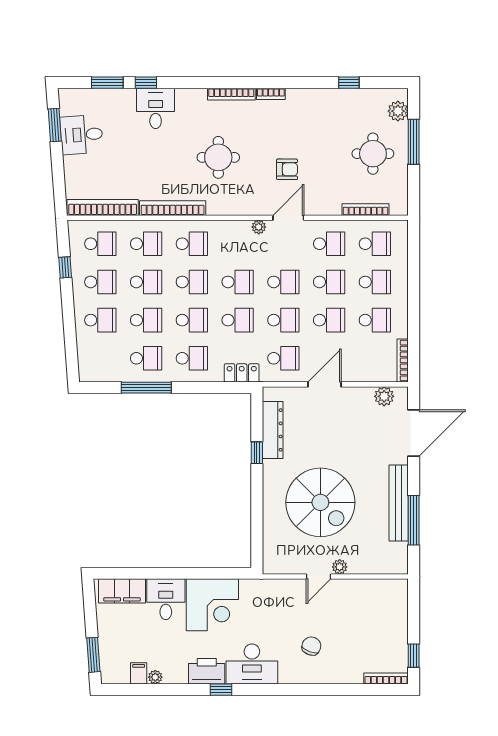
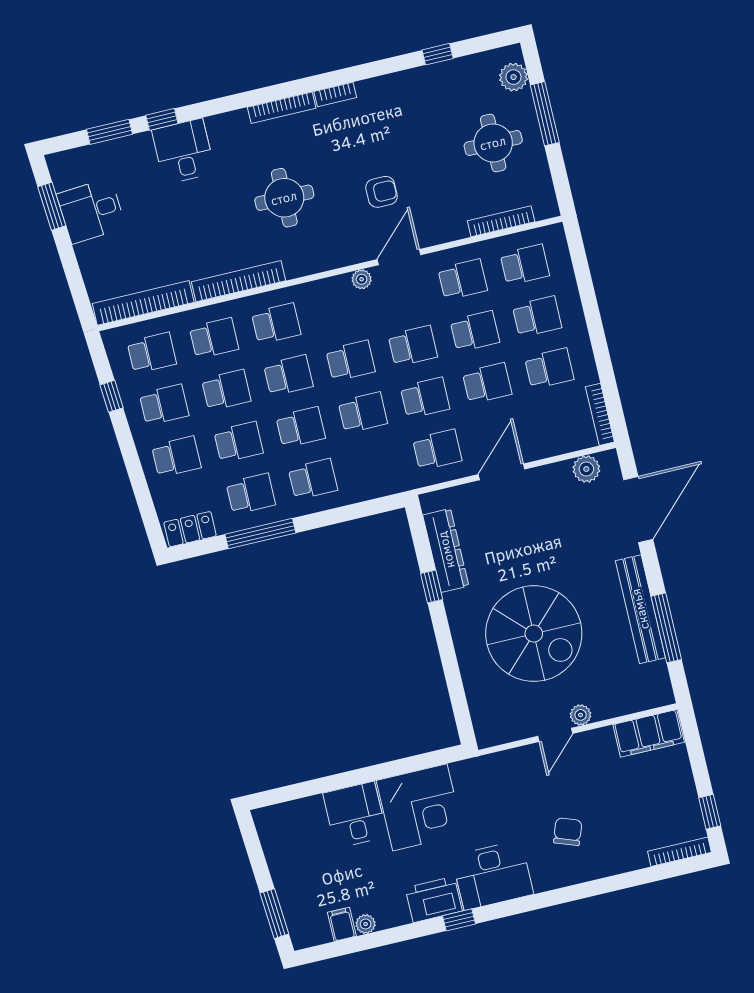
locker: (242, 373) -> (190, 529), moved
filing cabinet: (122, 591) -> (649, 733), moved

